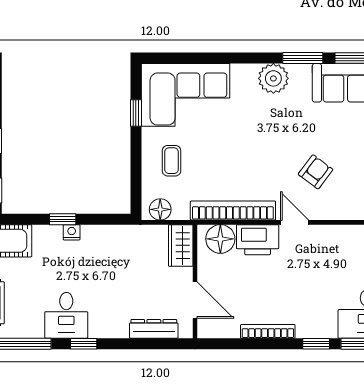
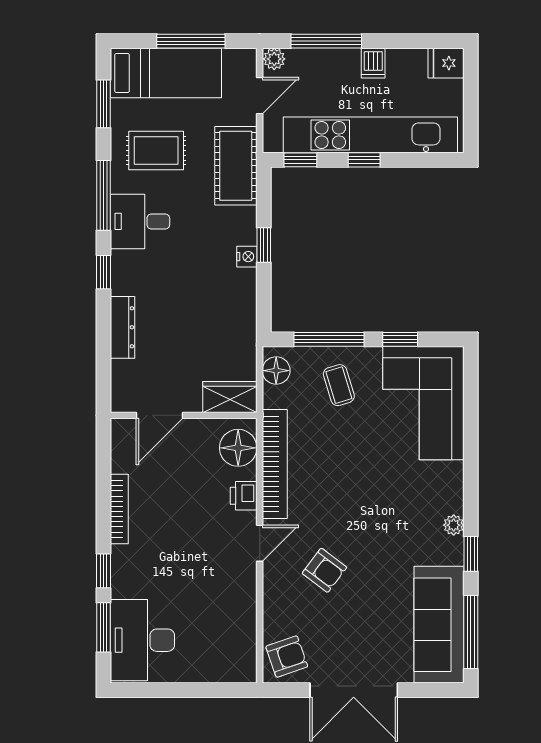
window: (303, 58) -> (471, 554), width x0.67
plant: (273, 78) -> (454, 525), width x0.53, depth x0.53
coffee table: (172, 161) -> (339, 385), turned 73
window: (136, 168) -> (329, 339), added
printer: (258, 240) -> (244, 496), width x0.53, depth x0.68
desk: (66, 315) -> (140, 221), moved
dresser: (154, 329) -> (122, 327), moved

